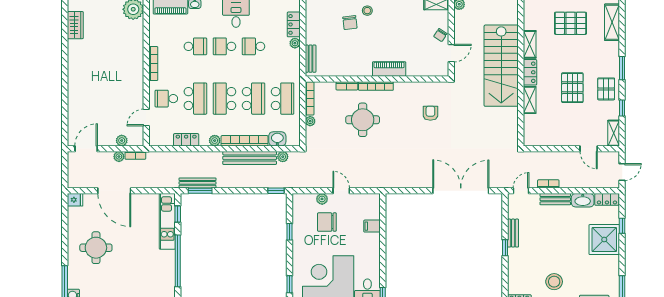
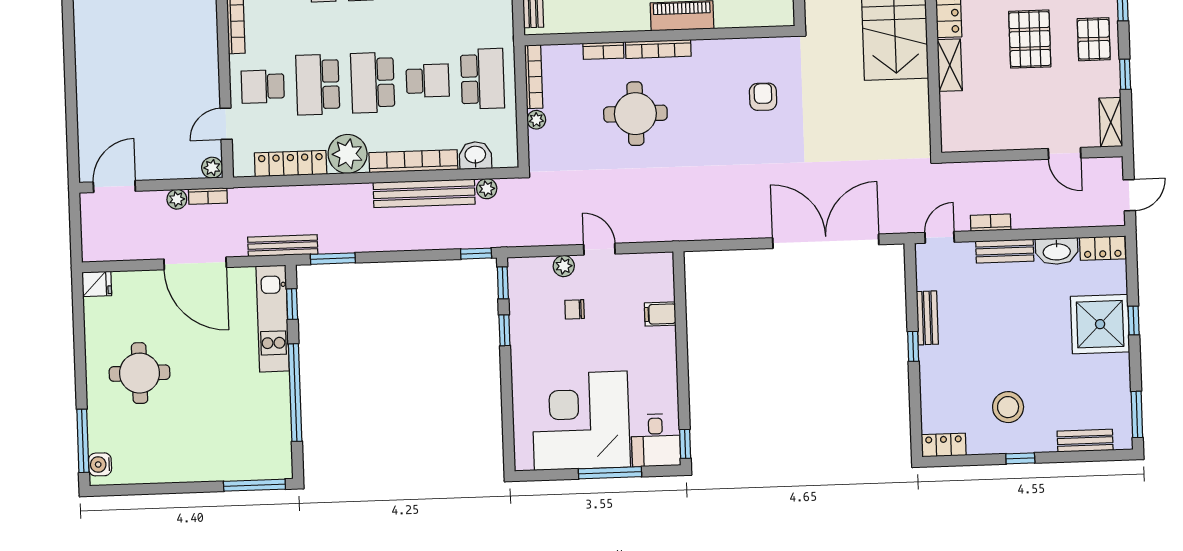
school desk: (195, 99) -> (318, 85), turned 180
school desk: (254, 99) -> (428, 81), width x0.54
locker: (186, 140) -> (291, 164), width x1.53
plant: (122, 141) -> (212, 168), moved
plant: (215, 141) -> (348, 154), width x1.87, depth x1.87
bench: (198, 183) -> (283, 246), moved
door: (114, 191) -> (195, 263), moved
chair: (327, 222) -> (575, 309), width x0.54, depth x0.54
window: (622, 226) -> (1134, 321), moved
window: (290, 284) -> (503, 283), moved

